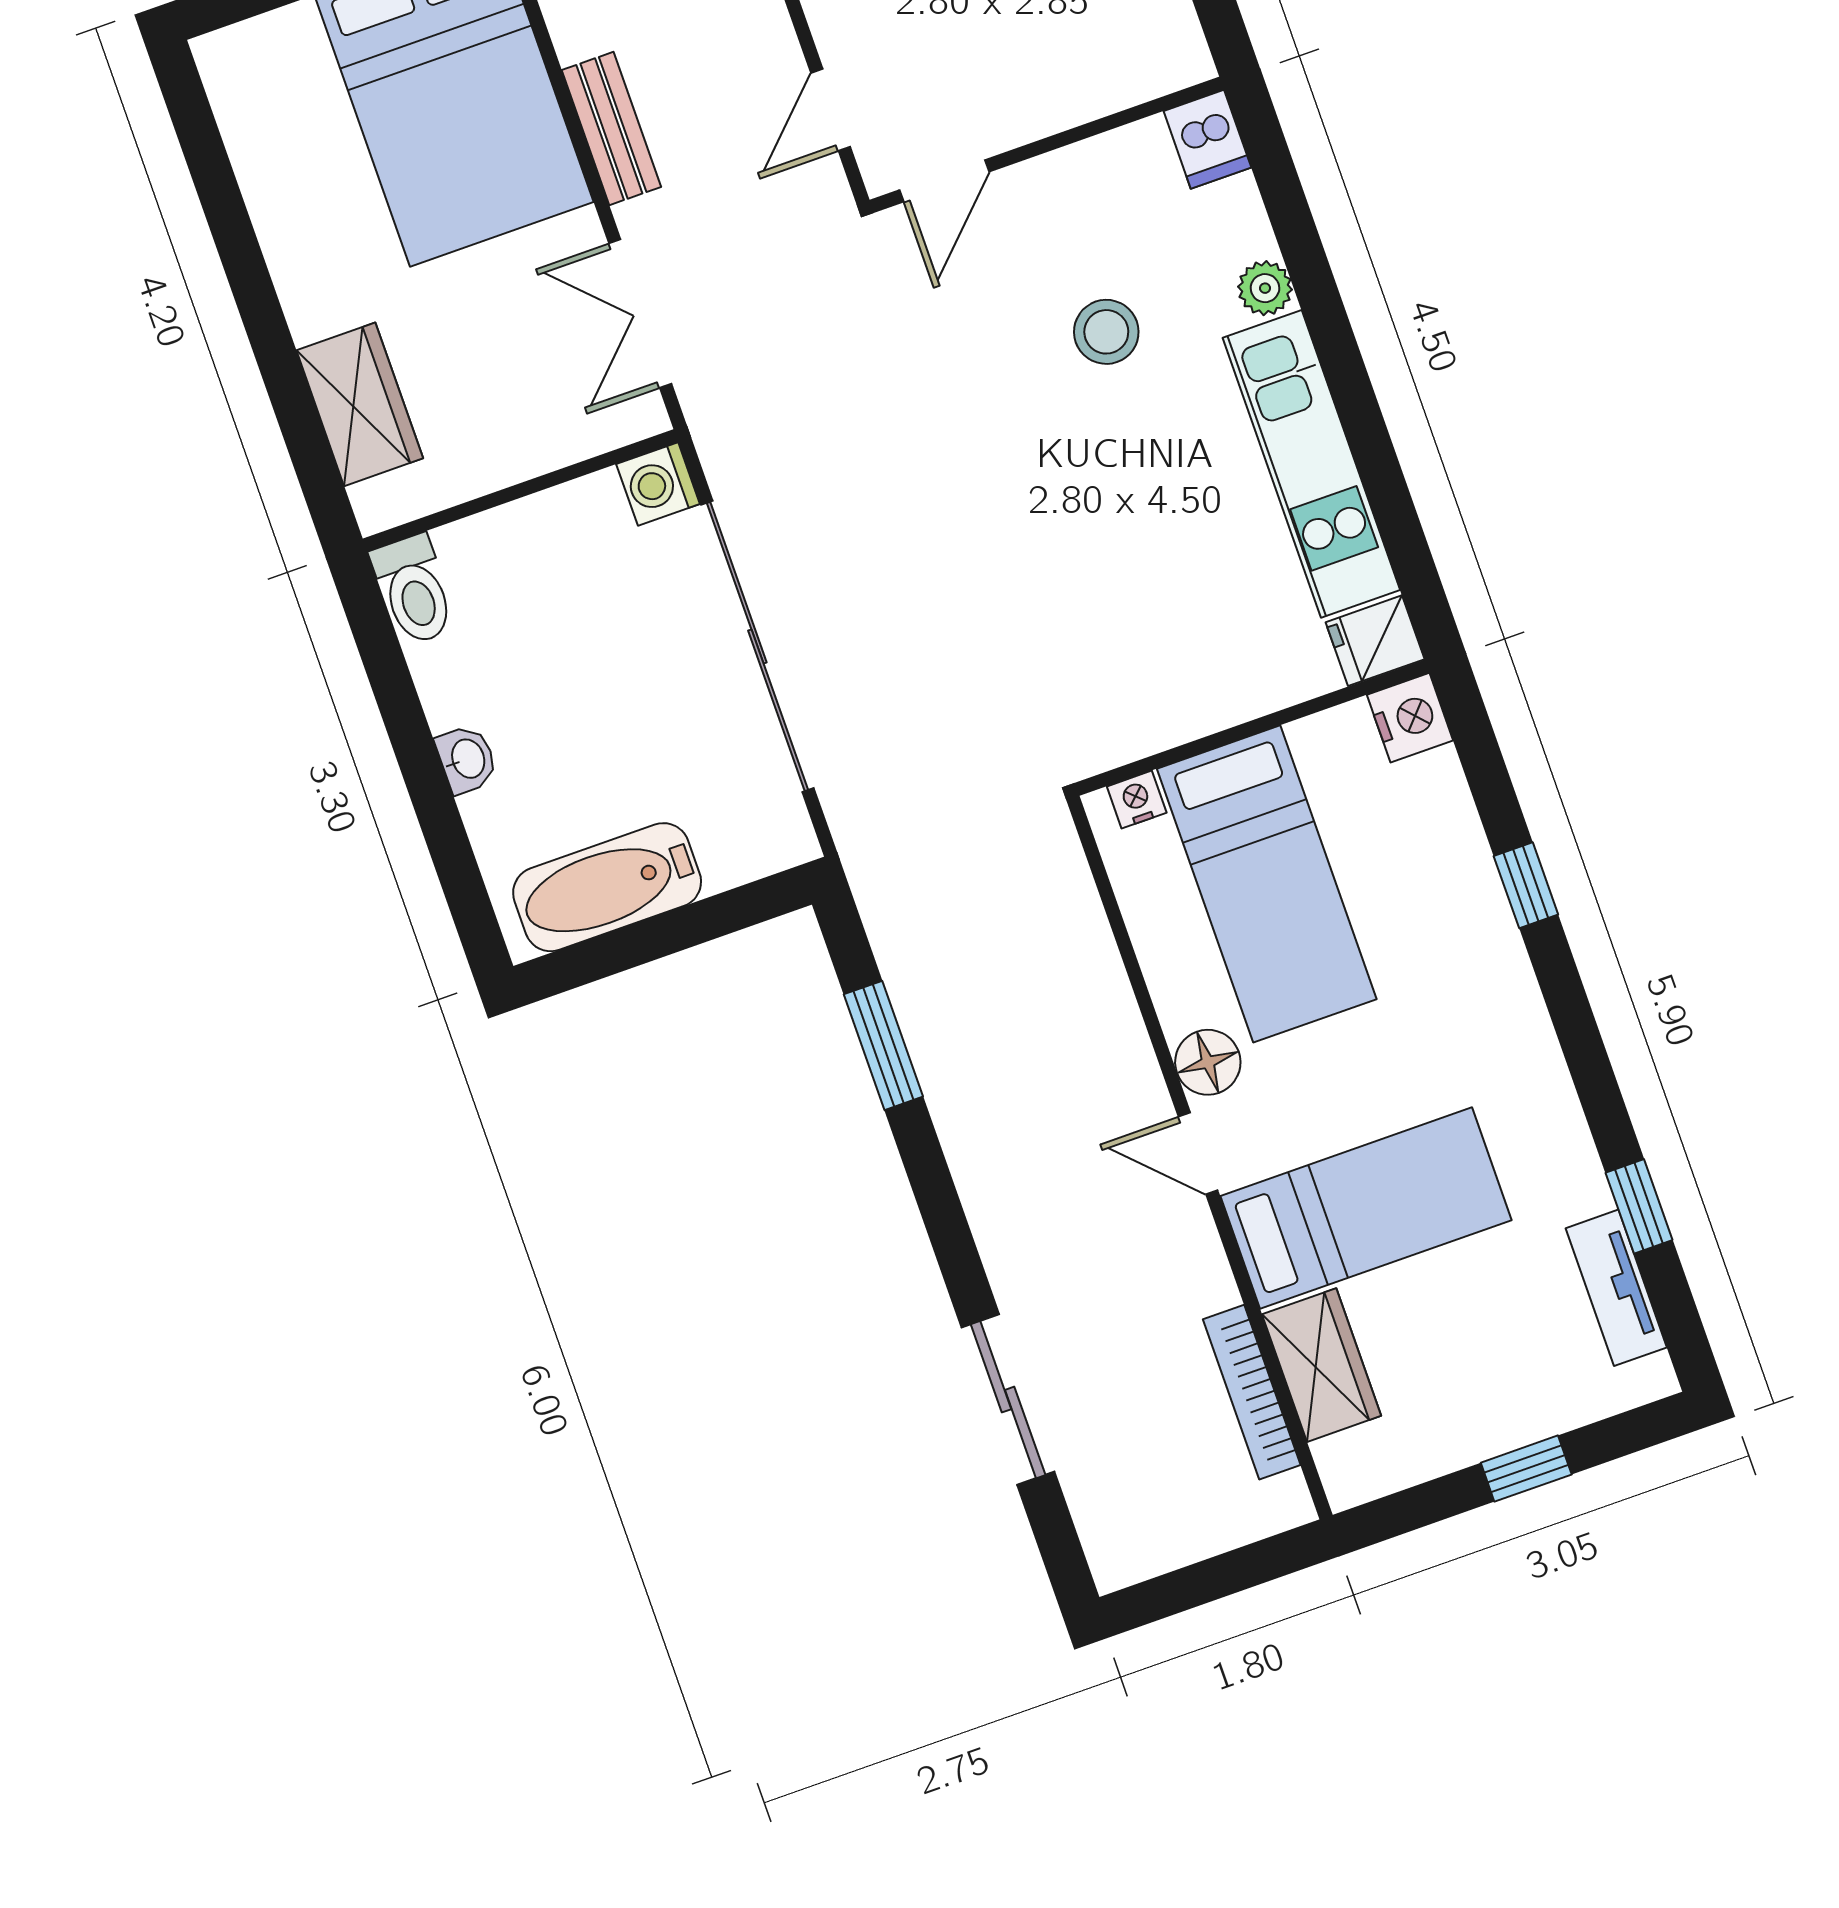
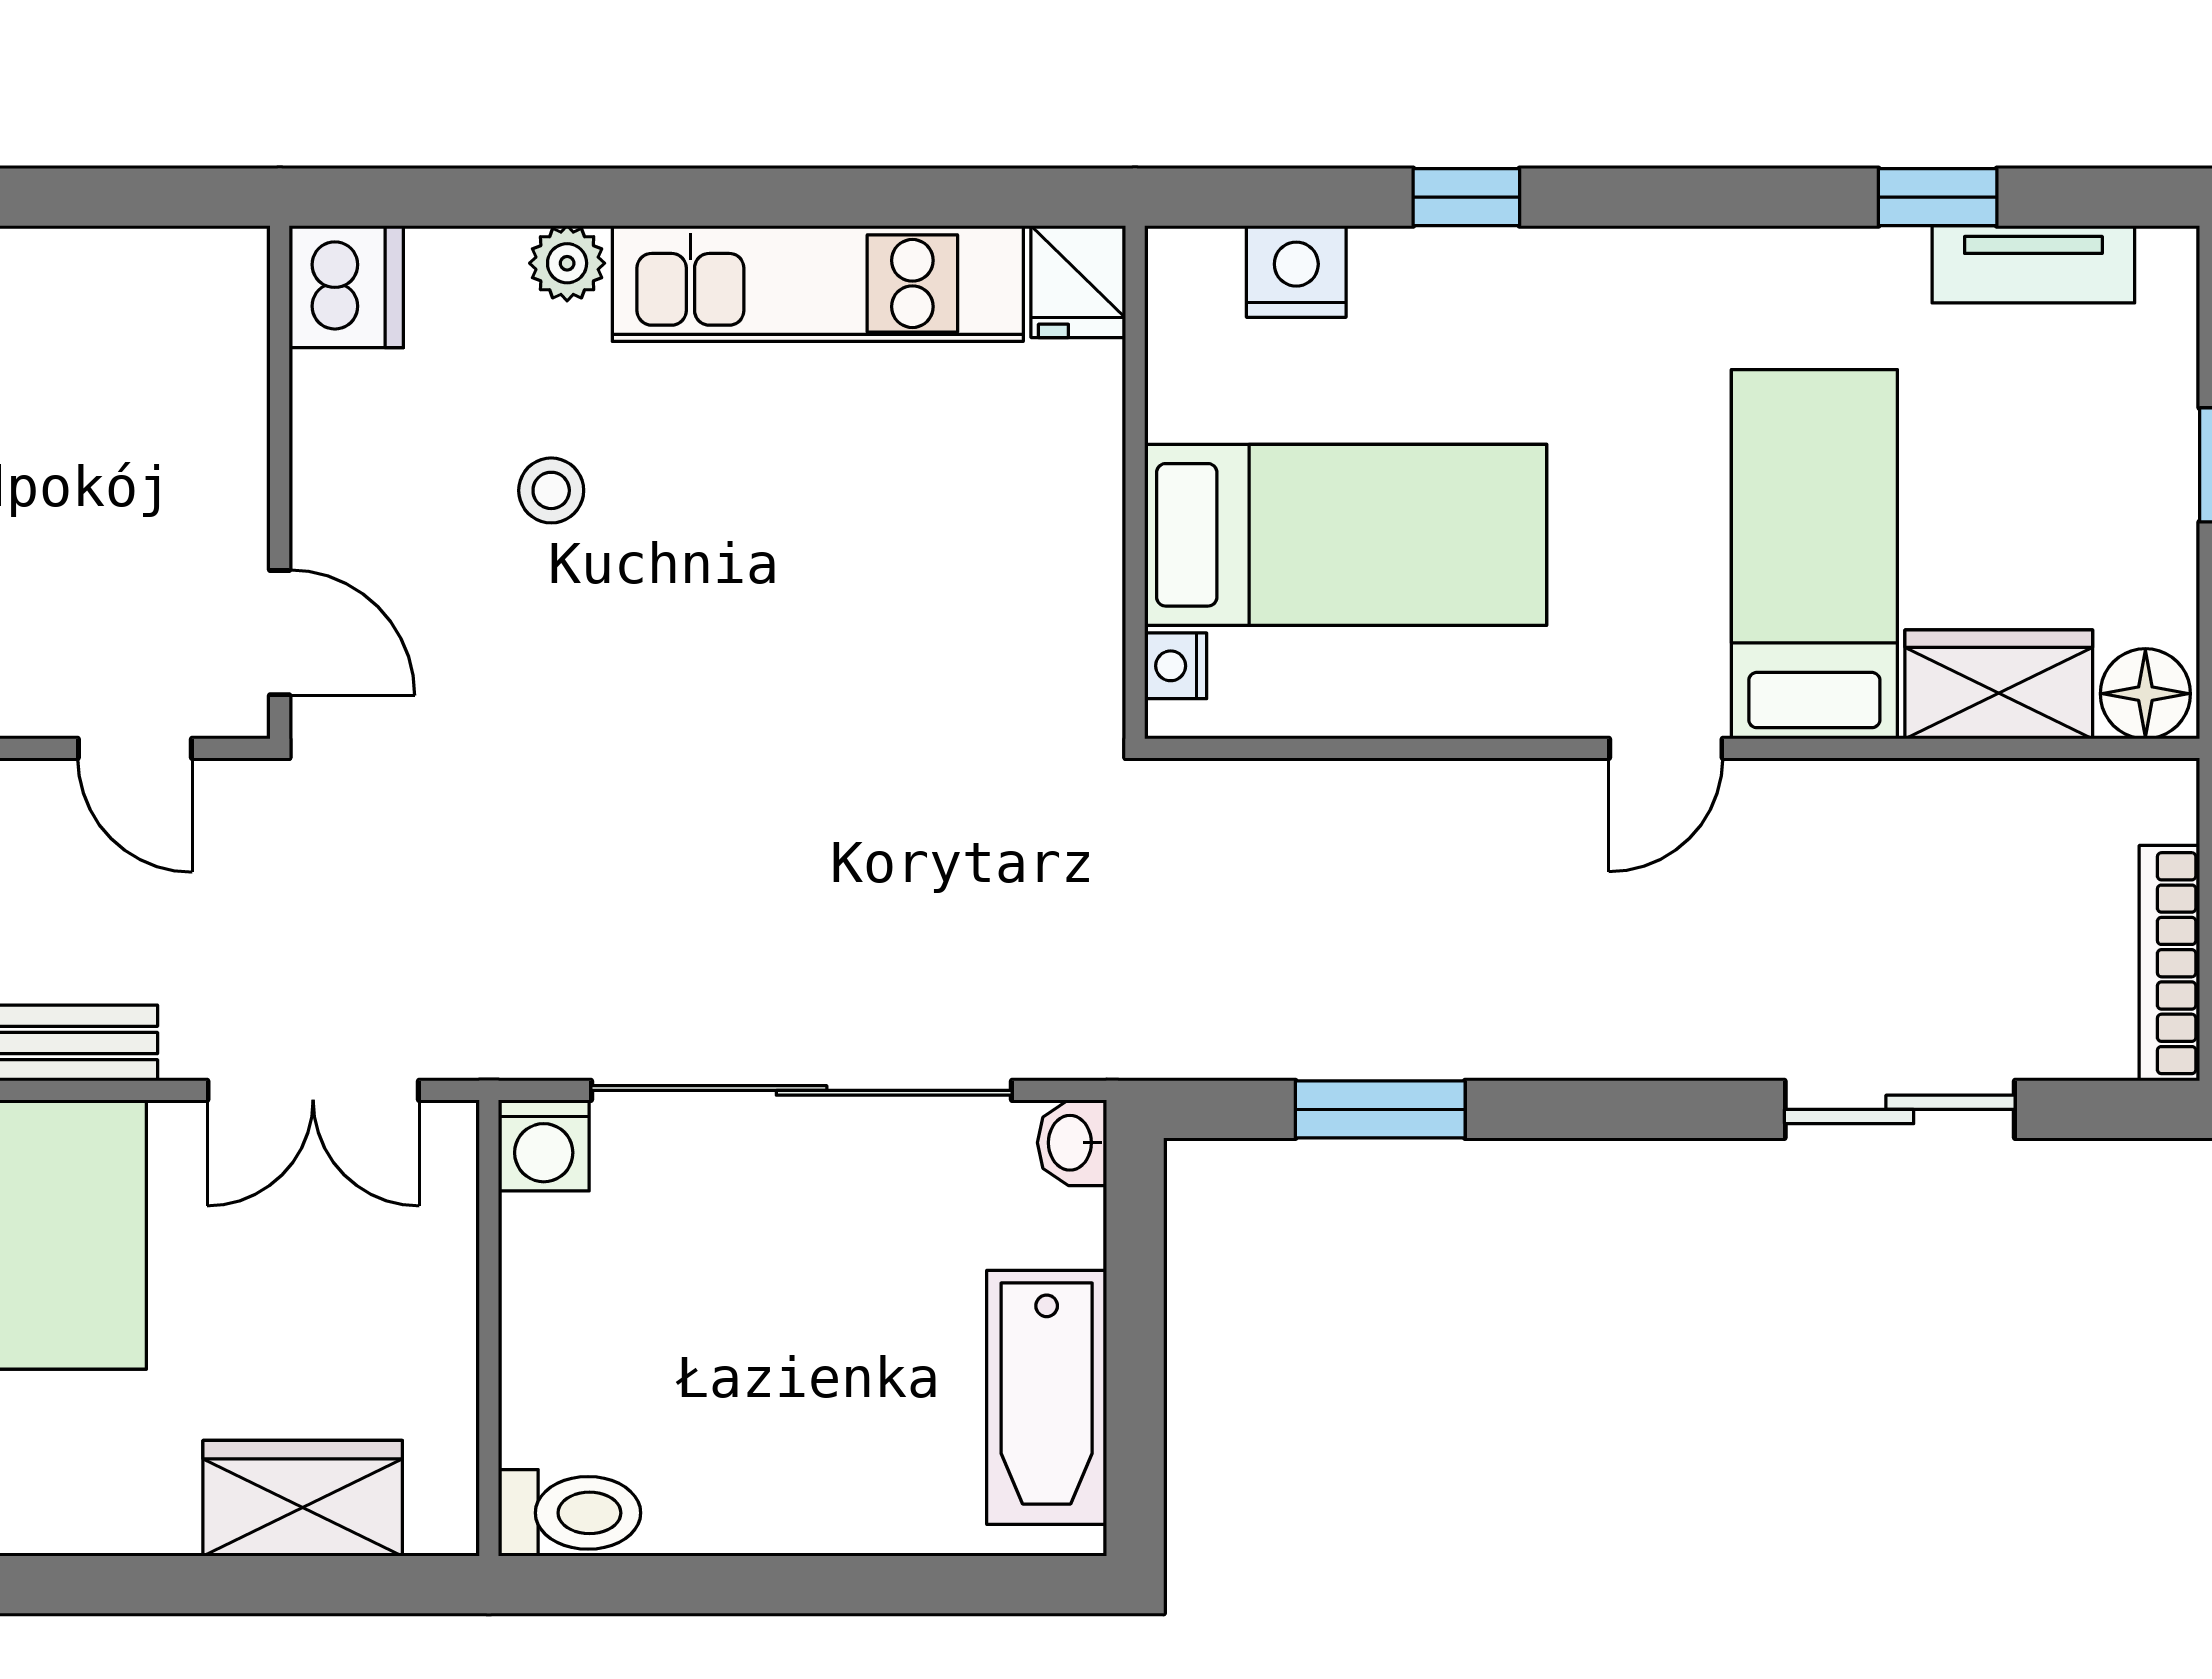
dishwasher: (1207, 139) -> (346, 287), width x1.38
stool: (1106, 332) -> (551, 490), width x0.73, depth x0.73
nightstand: (1410, 718) -> (1296, 271), moved
washbasin: (467, 759) -> (1072, 1143), moved, turned -90
floor lamp: (1208, 1062) -> (2145, 694), moved
bookcase: (1252, 1392) -> (2169, 963), moved, turned 90

